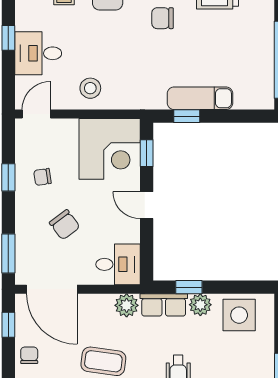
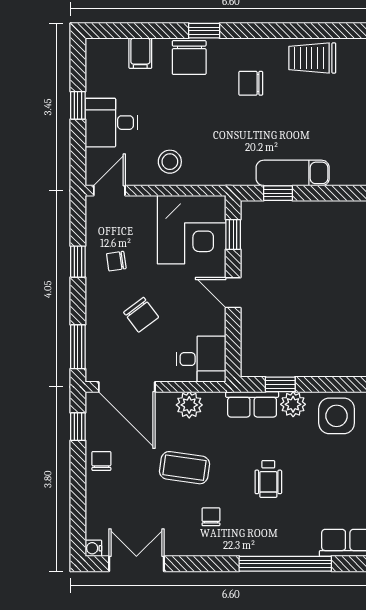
plant: (127, 305) -> (189, 405), moved

